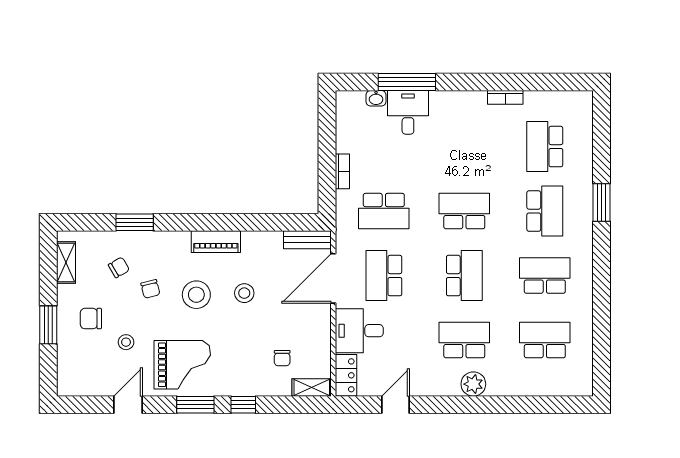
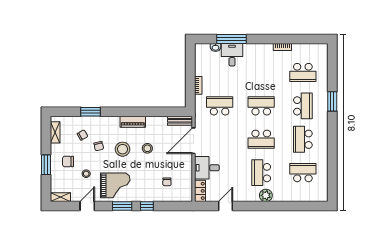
school desk: (545, 147) -> (303, 72), turned -90
school desk: (384, 211) -> (220, 106), turned 180
school desk: (384, 276) -> (220, 139), removed
school desk: (464, 276) -> (261, 139), turned 90
school desk: (545, 276) -> (303, 139), turned -90
school desk: (464, 340) -> (261, 173), turned -90
shelving: (312, 388) -> (60, 197), moved

